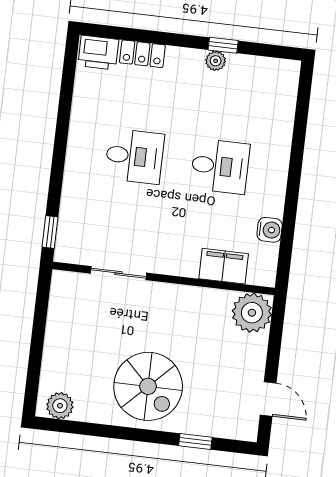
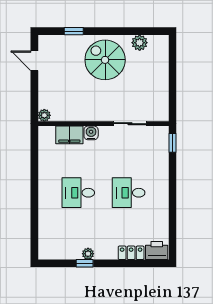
water cooler: (270, 230) -> (91, 133), moved, turned 90
plant: (252, 313) -> (44, 115), width x0.53, depth x0.53
plant: (60, 406) -> (140, 43), moved

